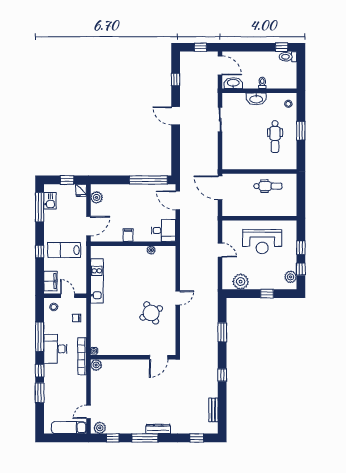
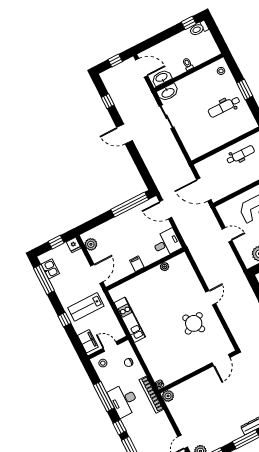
washbasin: (256, 99) -> (168, 93), moved
dental chair: (275, 137) -> (224, 107), turned 90
door: (220, 188) -> (204, 190), moved

